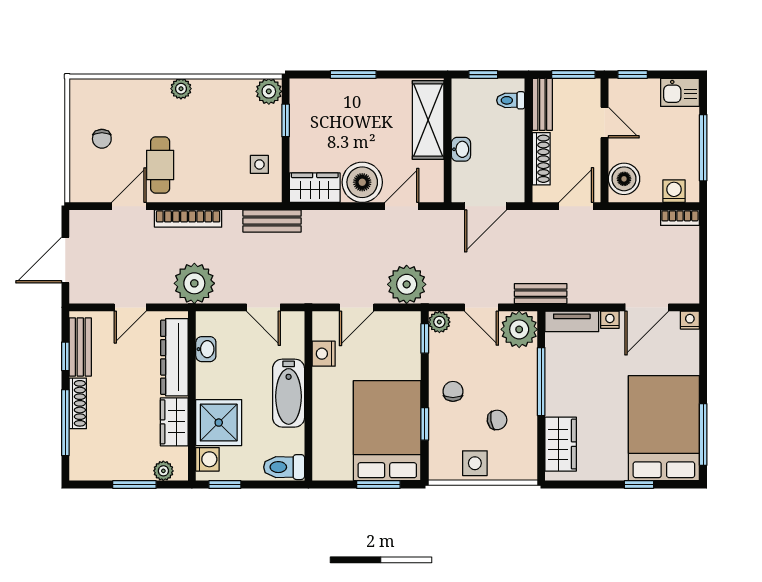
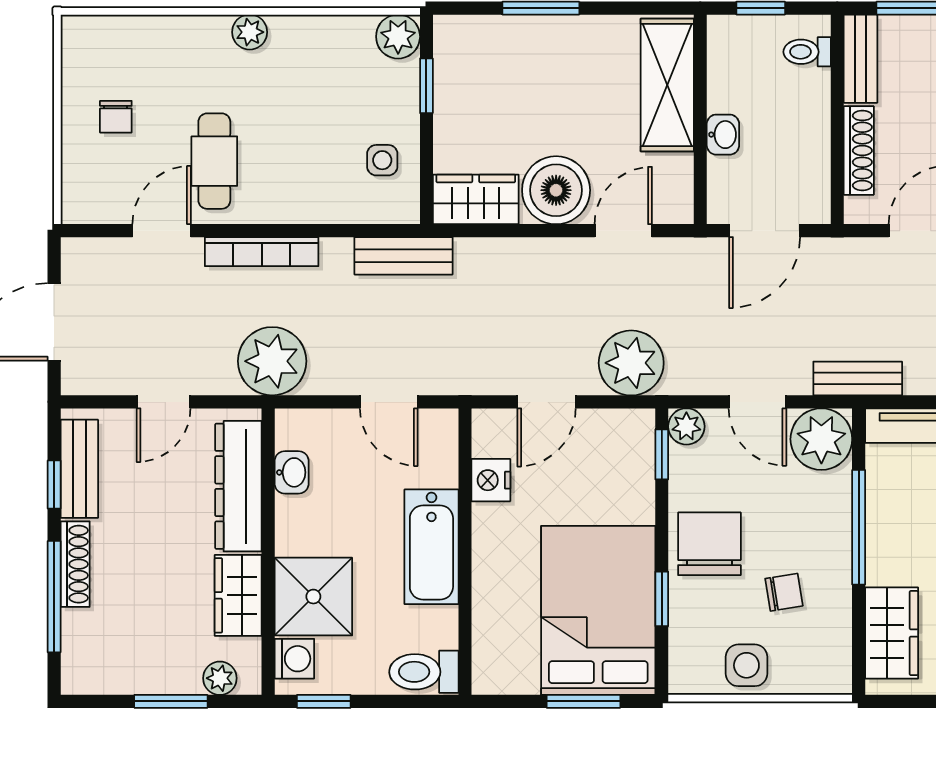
chair: (453, 391) -> (709, 544), width x1.87, depth x1.87

